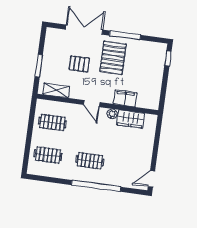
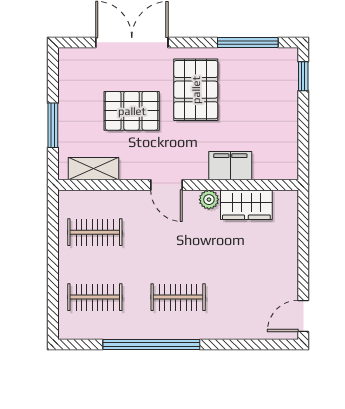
window: (125, 35) -> (248, 42), moved
pallet: (79, 64) -> (132, 111), width x1.50, depth x1.42
window: (96, 186) -> (151, 344), moved

